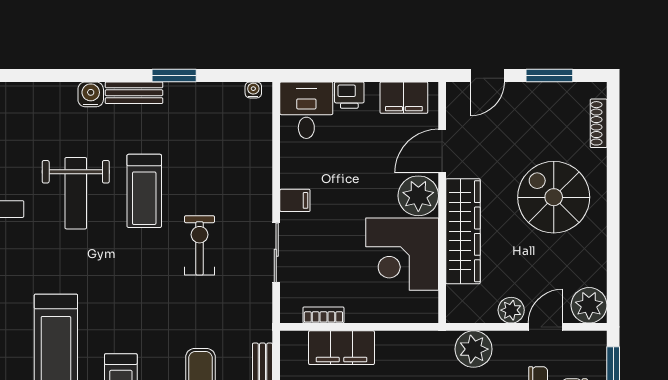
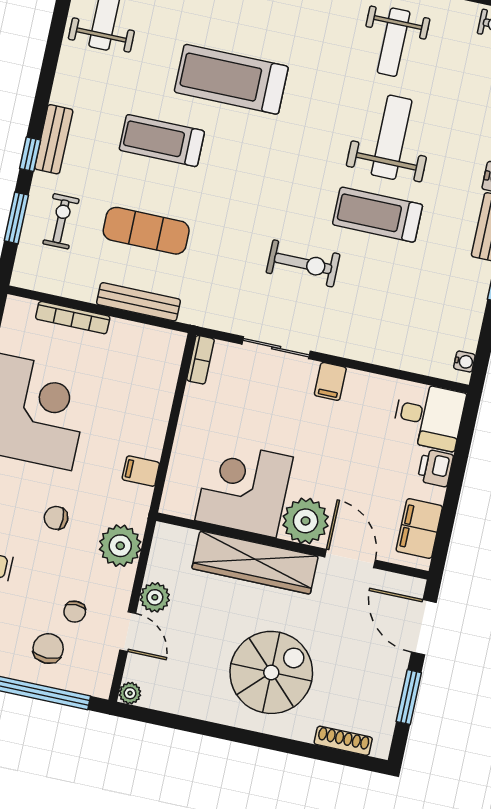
door: (487, 75) -> (424, 627), width x1.38
weight bench: (76, 193) -> (392, 137), turned 90
plant: (589, 305) -> (130, 693), width x0.53, depth x0.53
bookcase: (323, 315) -> (200, 360), moved
filing cabinet: (341, 348) -> (141, 471), moved, width x0.33, depth x0.86

